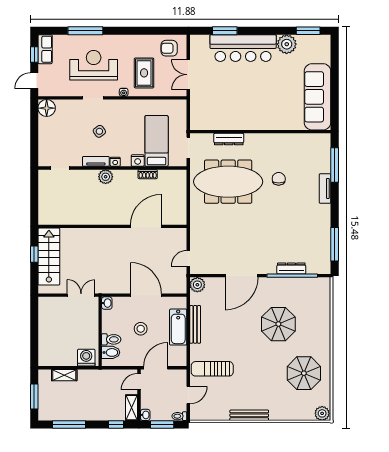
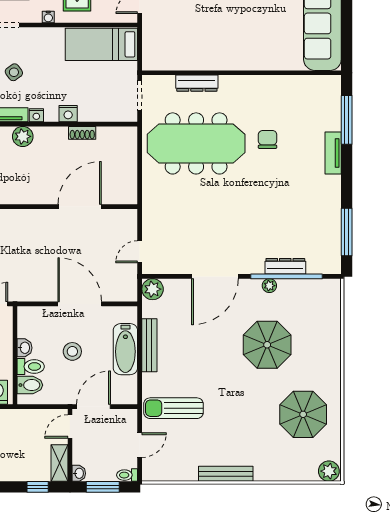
bed: (157, 141) -> (101, 44), moved, turned -90
plant: (280, 282) -> (269, 286), added
washbasin: (107, 303) -> (24, 348), moved

